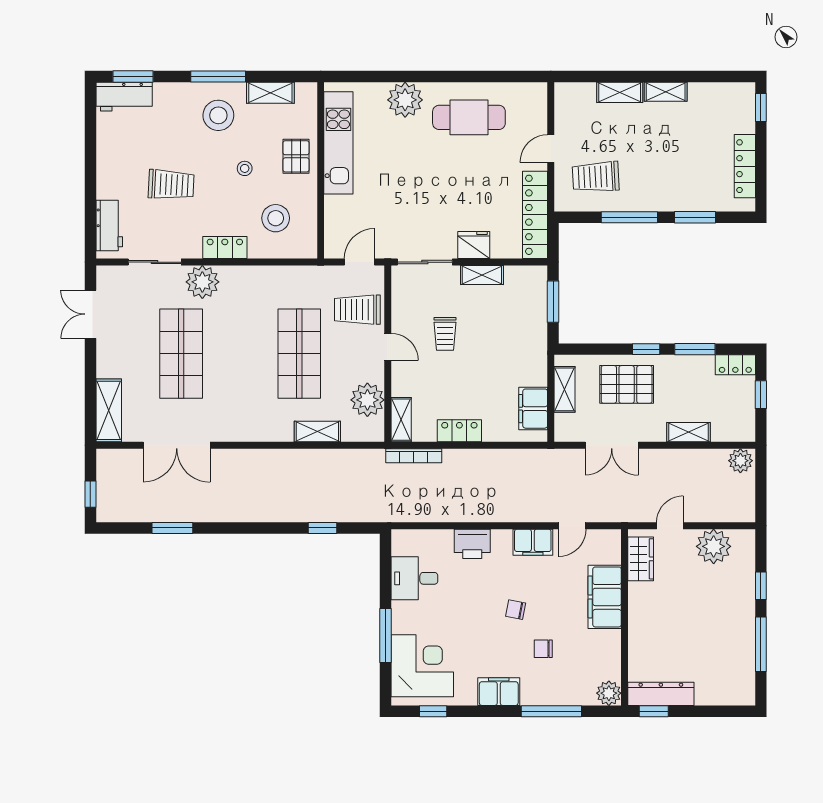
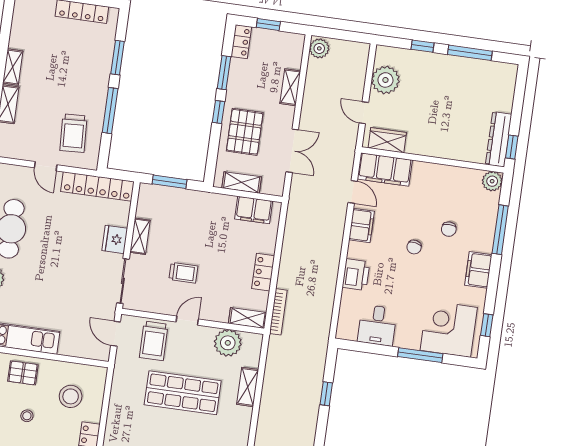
filing cabinet: (605, 597) -> (385, 169), moved

